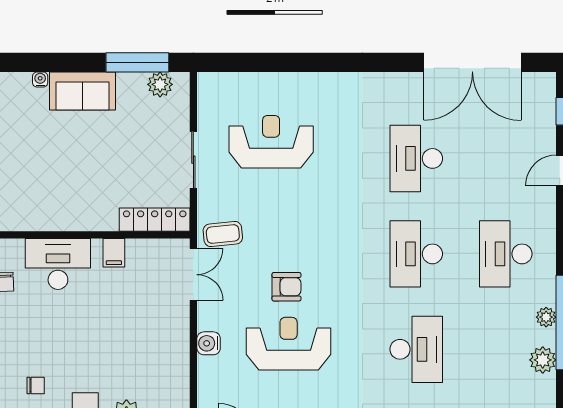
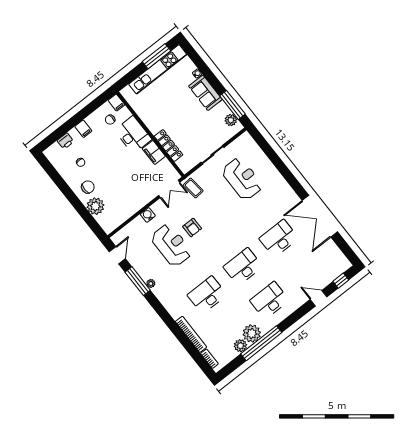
double door: (472, 62) -> (320, 216), moved
locker: (155, 220) -> (169, 146), moved
filing cabinet: (114, 253) -> (154, 152), width x2.00
plant: (546, 317) -> (252, 334), width x1.88, depth x1.88
desk: (416, 349) -> (207, 295), turned 180

